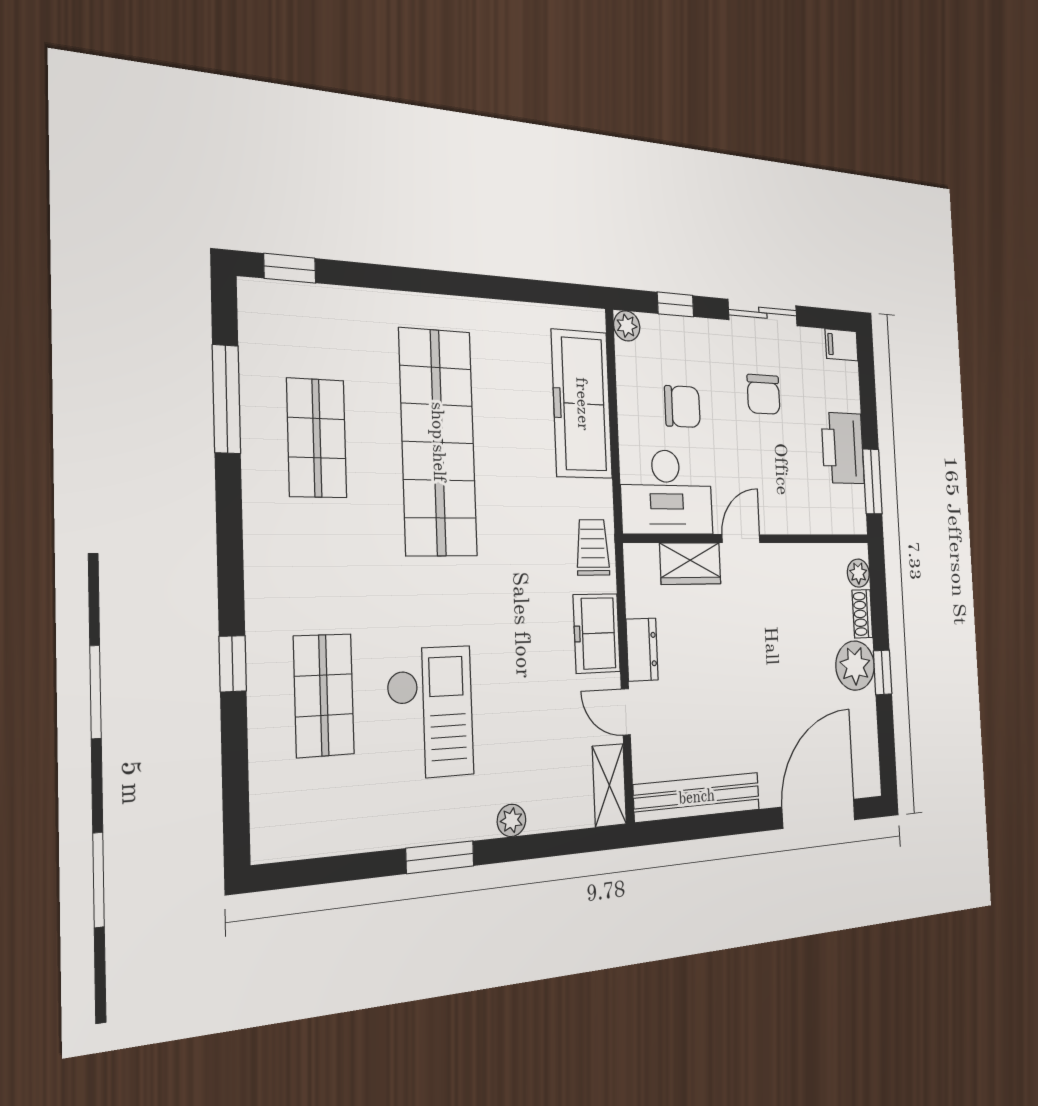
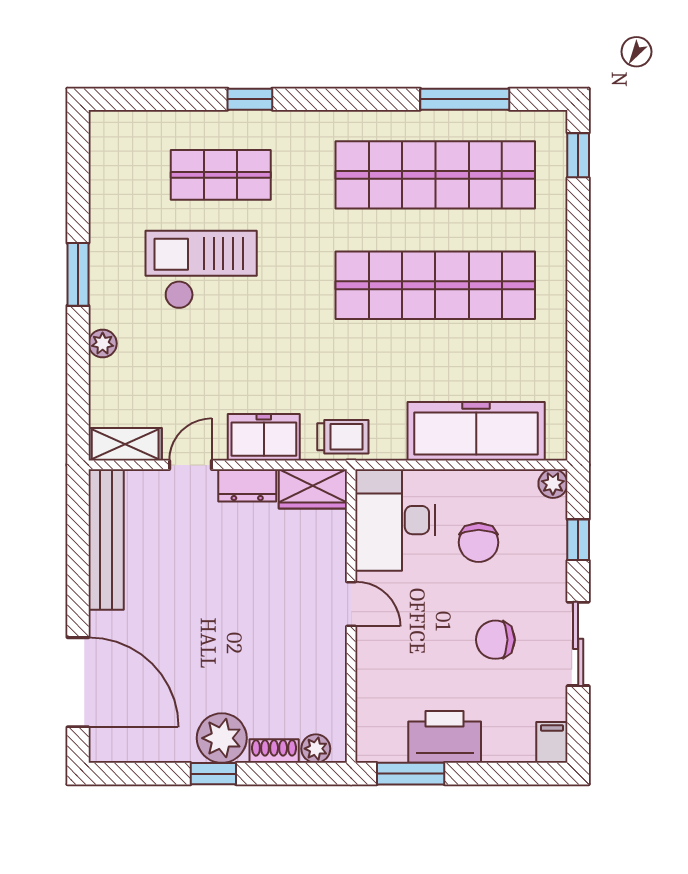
shop shelf: (317, 438) -> (435, 175), width x2.00, depth x1.36
wardrobe: (690, 564) -> (313, 489), moved, turned -90
checkout: (430, 712) -> (201, 270), turned 180

